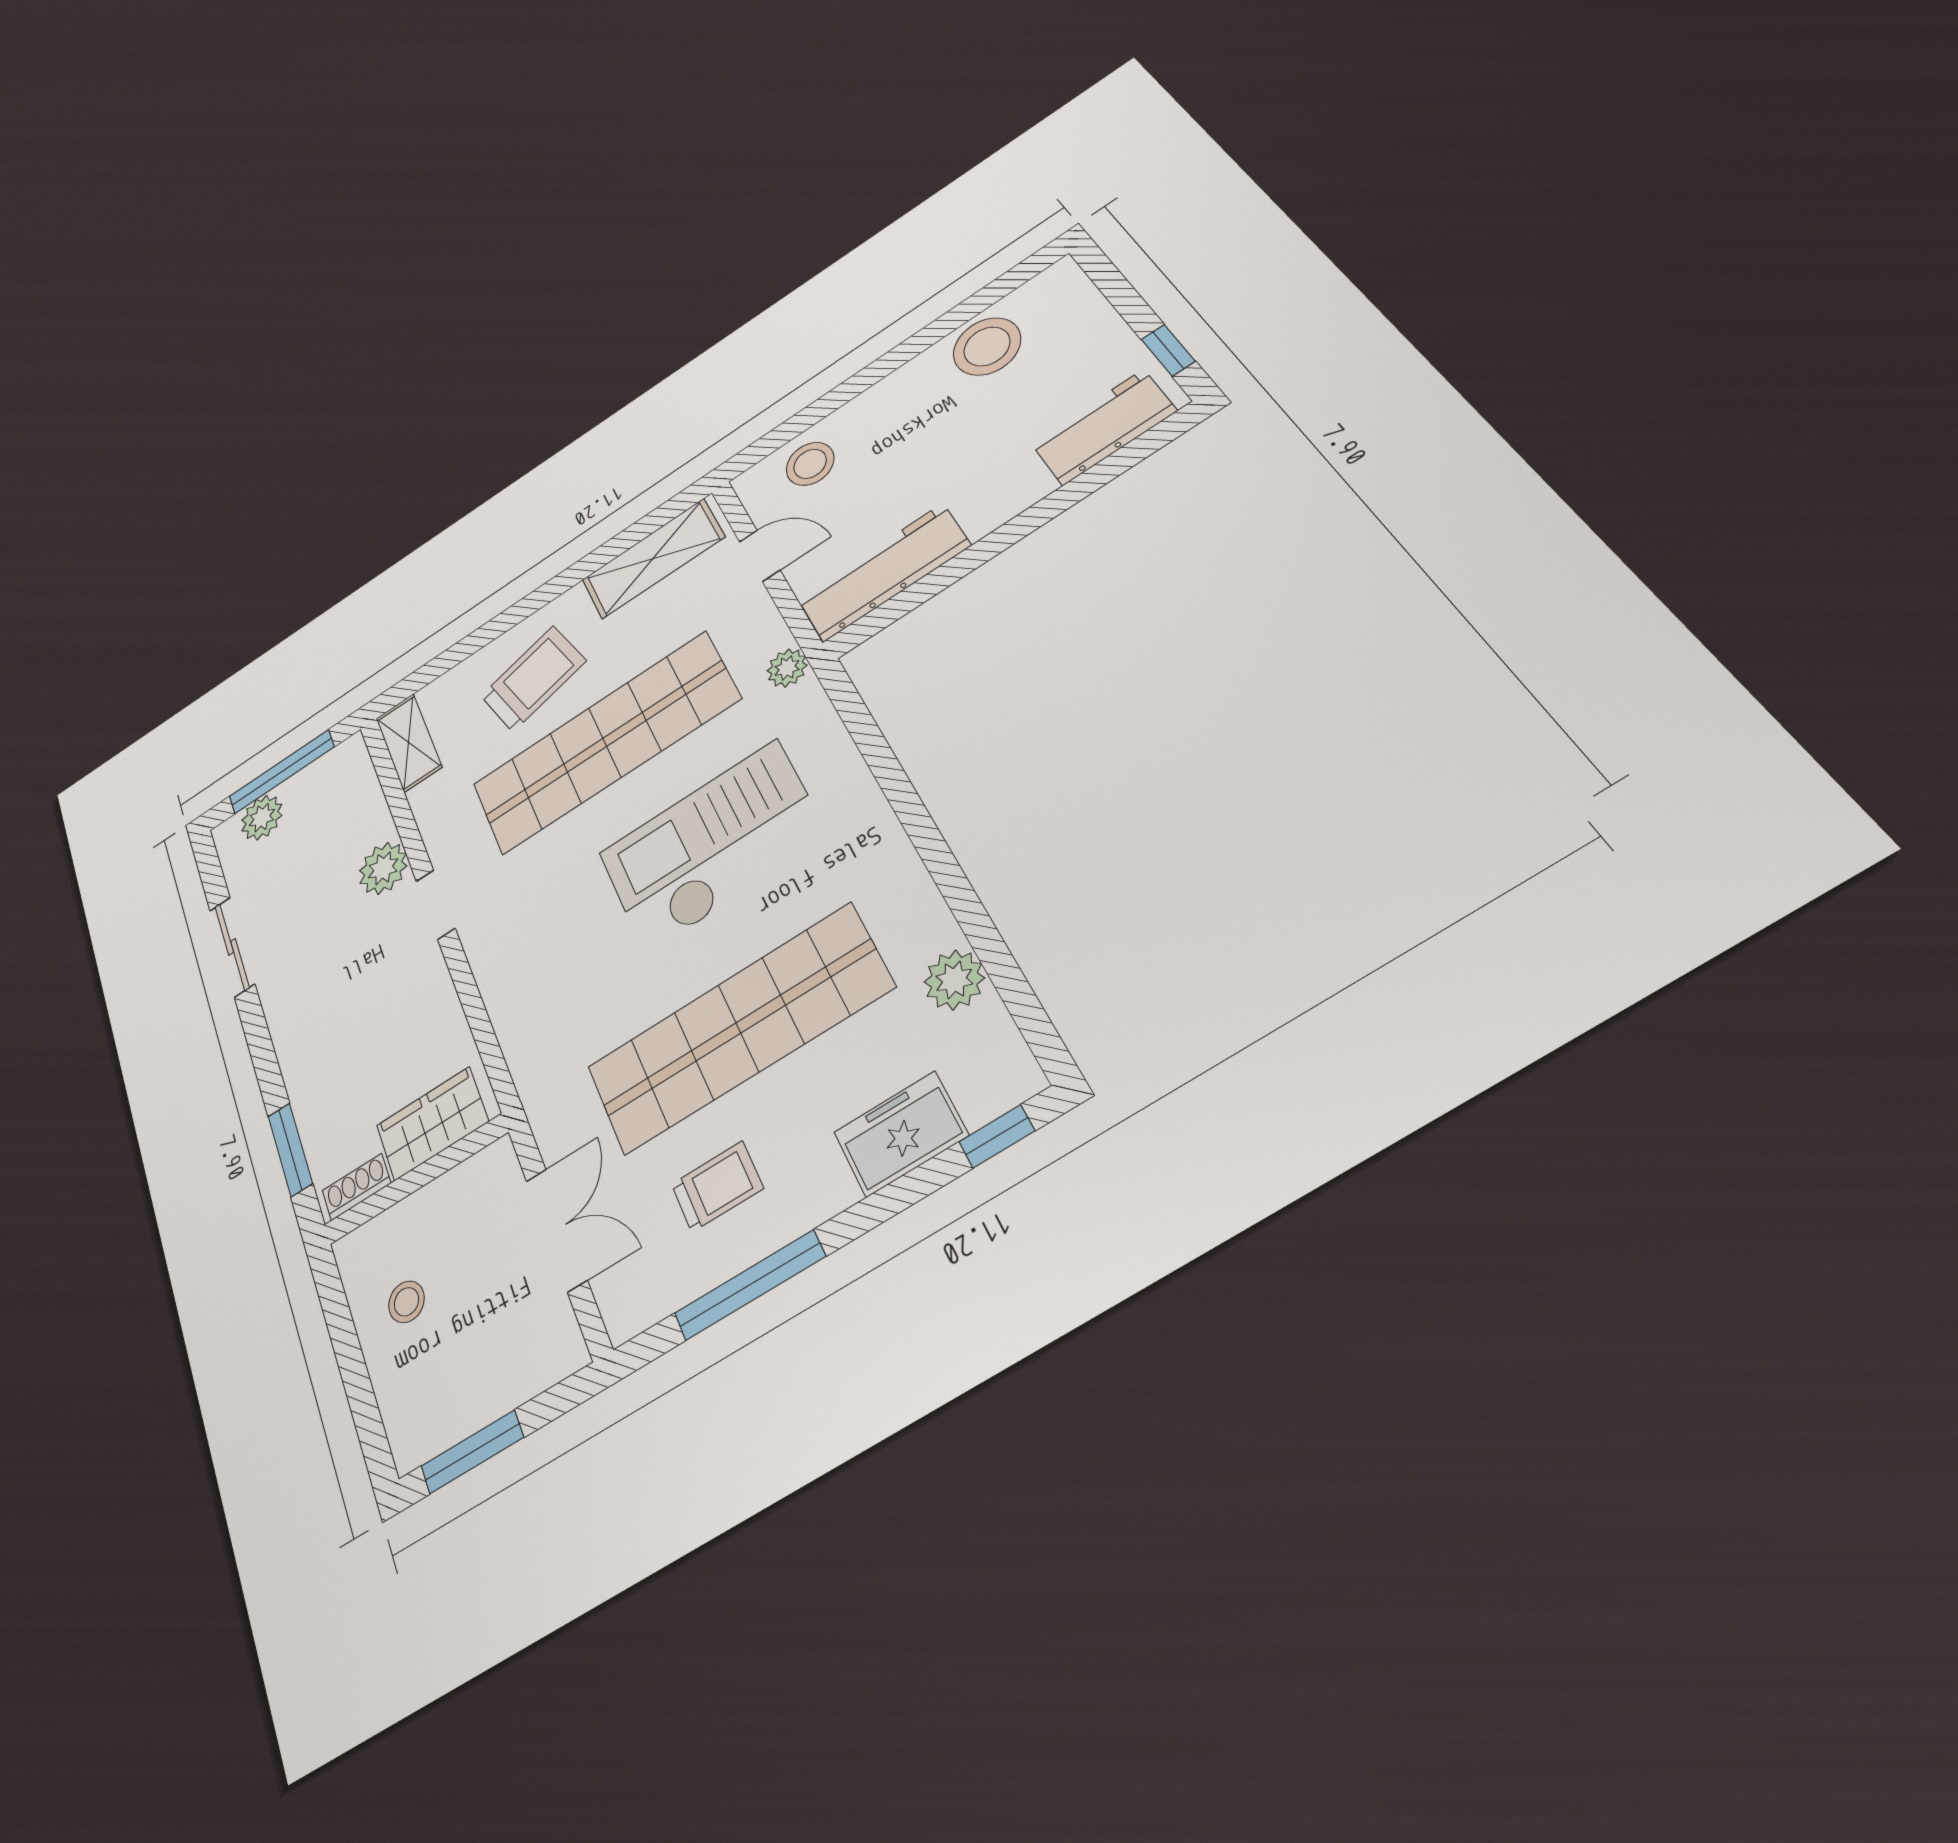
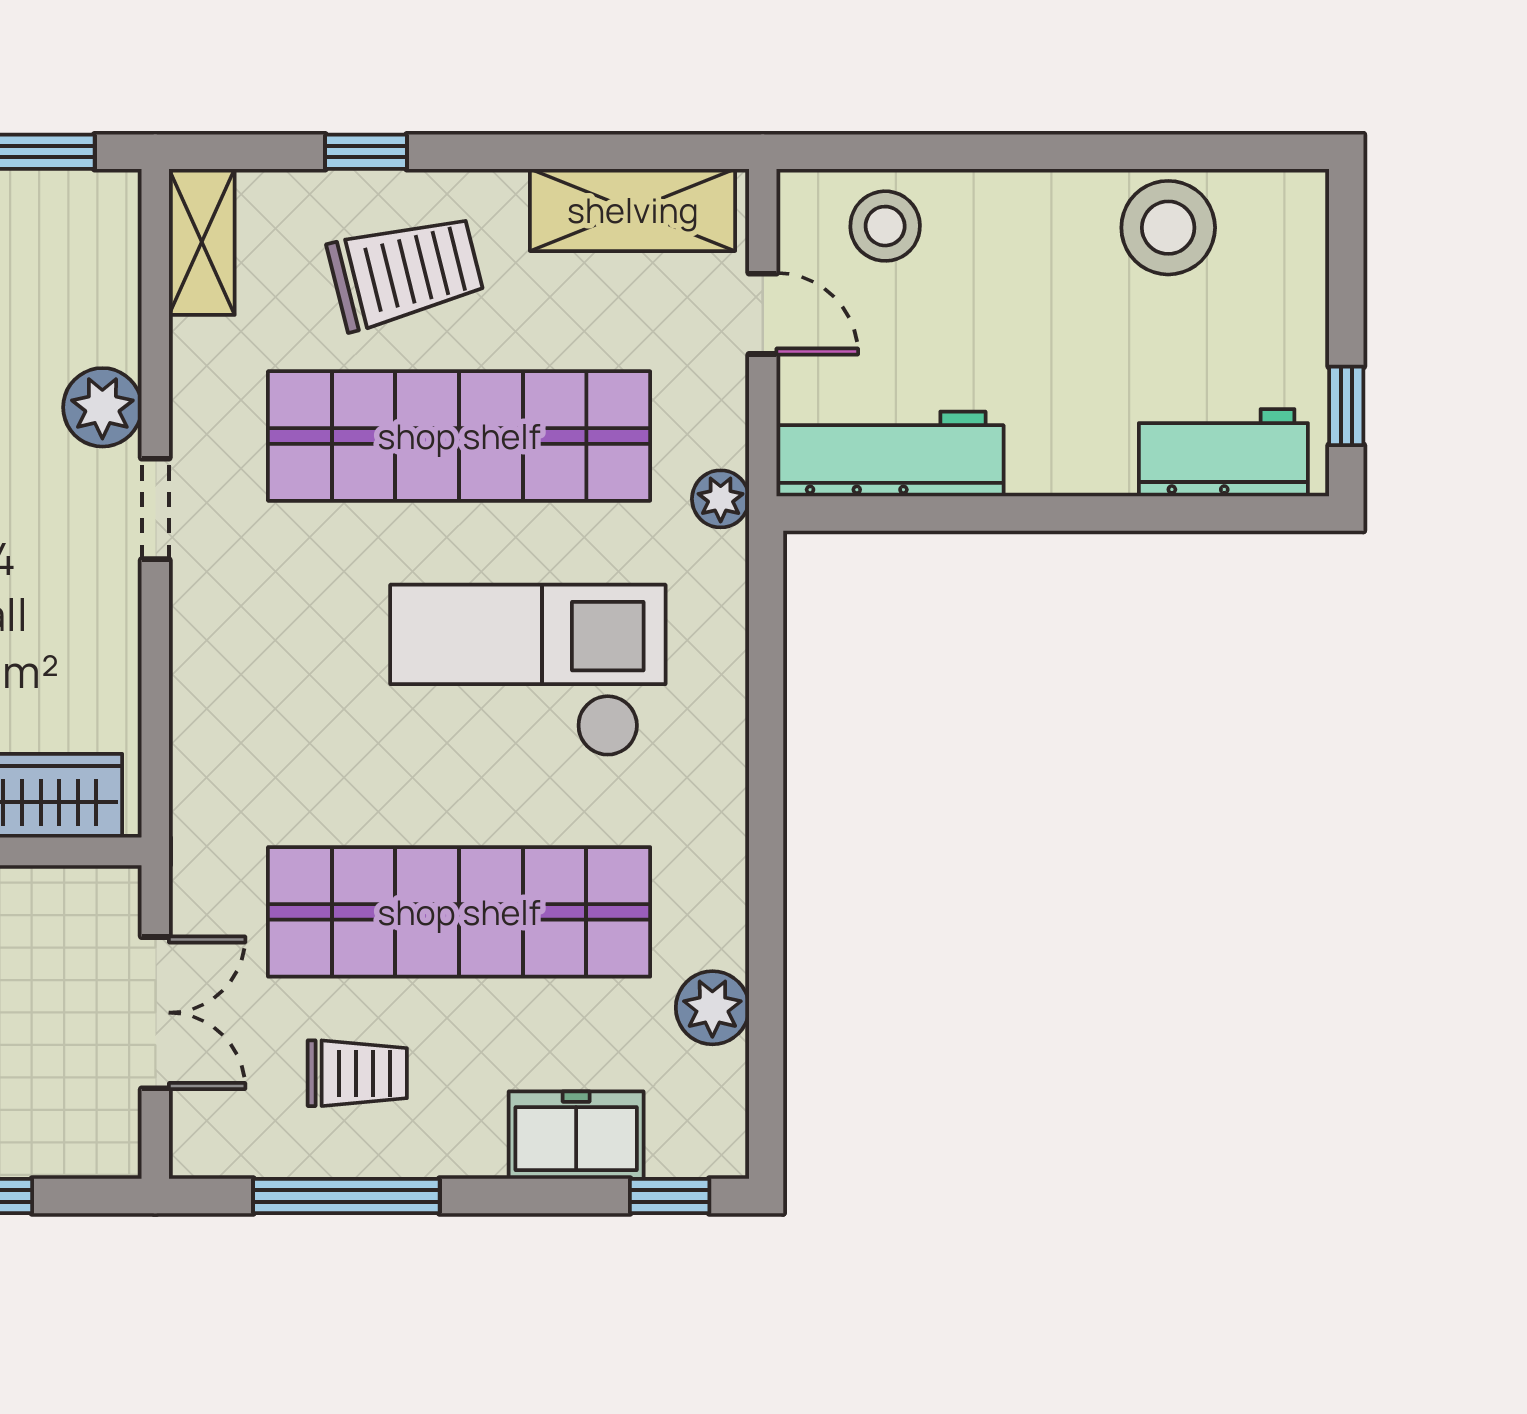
window: (484, 635) -> (366, 152), added

